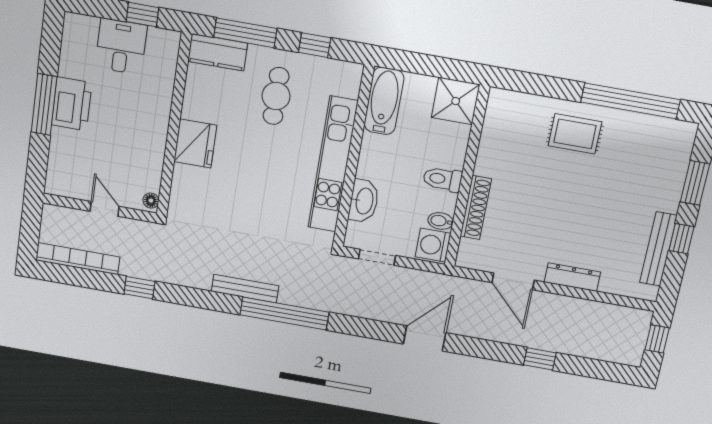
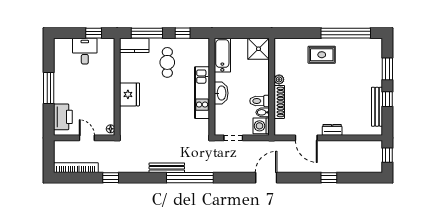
printer: (72, 104) -> (63, 117), moved
kitchen unit: (333, 165) -> (202, 93), width x0.73
plant: (484, 166) -> (279, 79), added
toilet: (443, 179) -> (259, 101), moved
washbasin: (364, 201) -> (221, 93), moved
dresser: (572, 277) -> (332, 130), width x0.70

